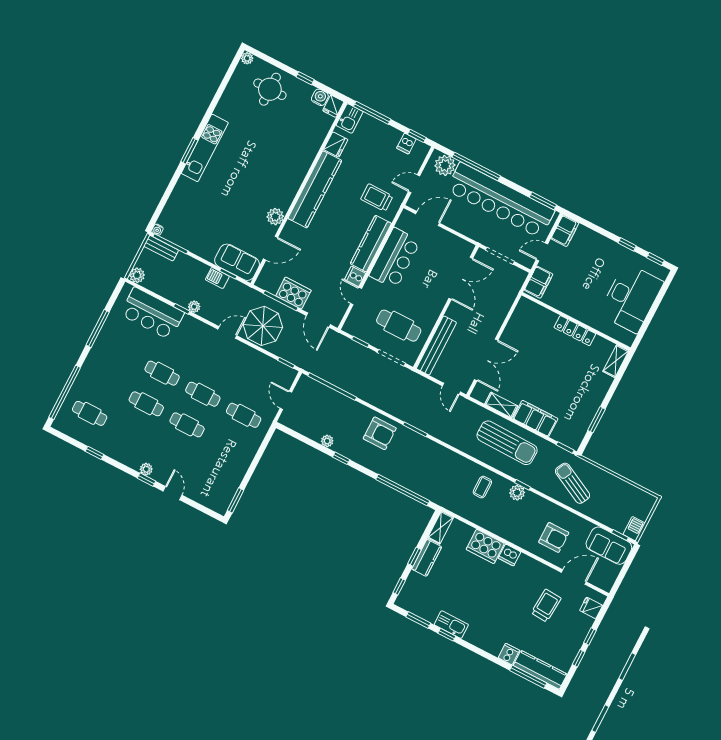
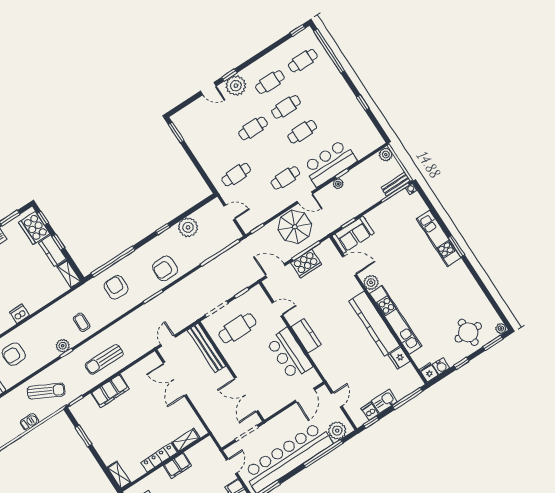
window: (266, 58) -> (493, 343), added
kitchen sink: (350, 118) -> (384, 401), moved, turned 90
kitchen unit: (205, 148) -> (439, 238), moved
kitchen unit: (299, 170) -> (396, 320), added
trolley: (377, 198) -> (342, 366), removed
kitchen counter: (371, 244) -> (306, 336), width x0.67
door: (271, 248) -> (349, 266), swing flipped
cooker: (355, 276) -> (293, 317), removed
barbecue: (217, 278) -> (30, 422), moved
filing cabinet: (539, 282) -> (178, 466), moved, turned -90
bar counter: (152, 313) -> (330, 163), moved
window: (98, 328) -> (363, 103), width x0.46
door: (227, 332) -> (305, 198), hinge flipped
door: (451, 389) -> (168, 341), hinge flipped
cafe table: (203, 394) -> (285, 178), moved
shelving: (501, 405) -> (186, 440), moved
cafe table: (130, 434) -> (270, 82), added
plant: (327, 441) -> (188, 227), width x1.88, depth x1.88
sun lounger: (507, 443) -> (104, 359), width x0.73, depth x0.75
window: (94, 453) -> (298, 30), moved
plant: (146, 469) -> (236, 86), width x1.88, depth x1.88
armchair: (427, 472) -> (116, 287), added
cooker: (485, 546) -> (34, 228), moved, turned -90

